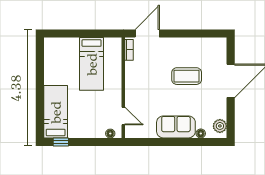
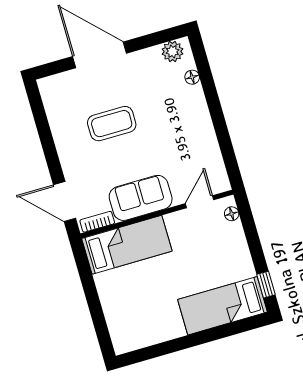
bed: (92, 64) -> (127, 245), moved
coffee table: (187, 76) -> (112, 124), turned 90
sofa: (176, 127) -> (141, 198), moved, turned 90

